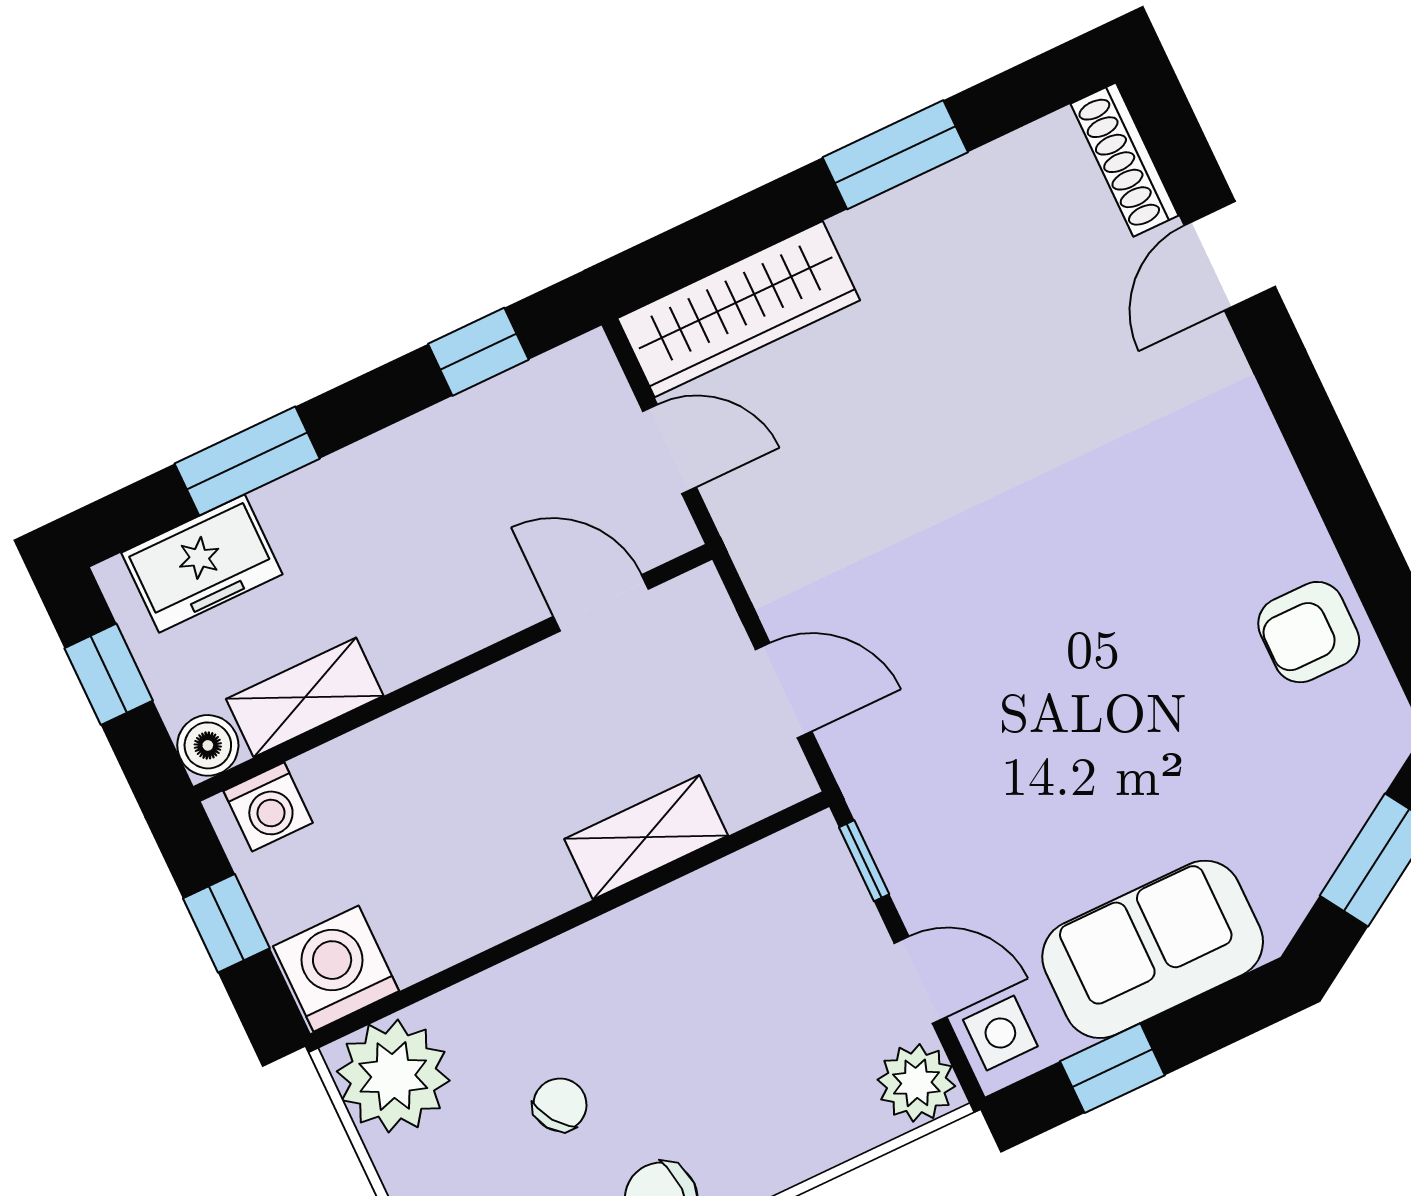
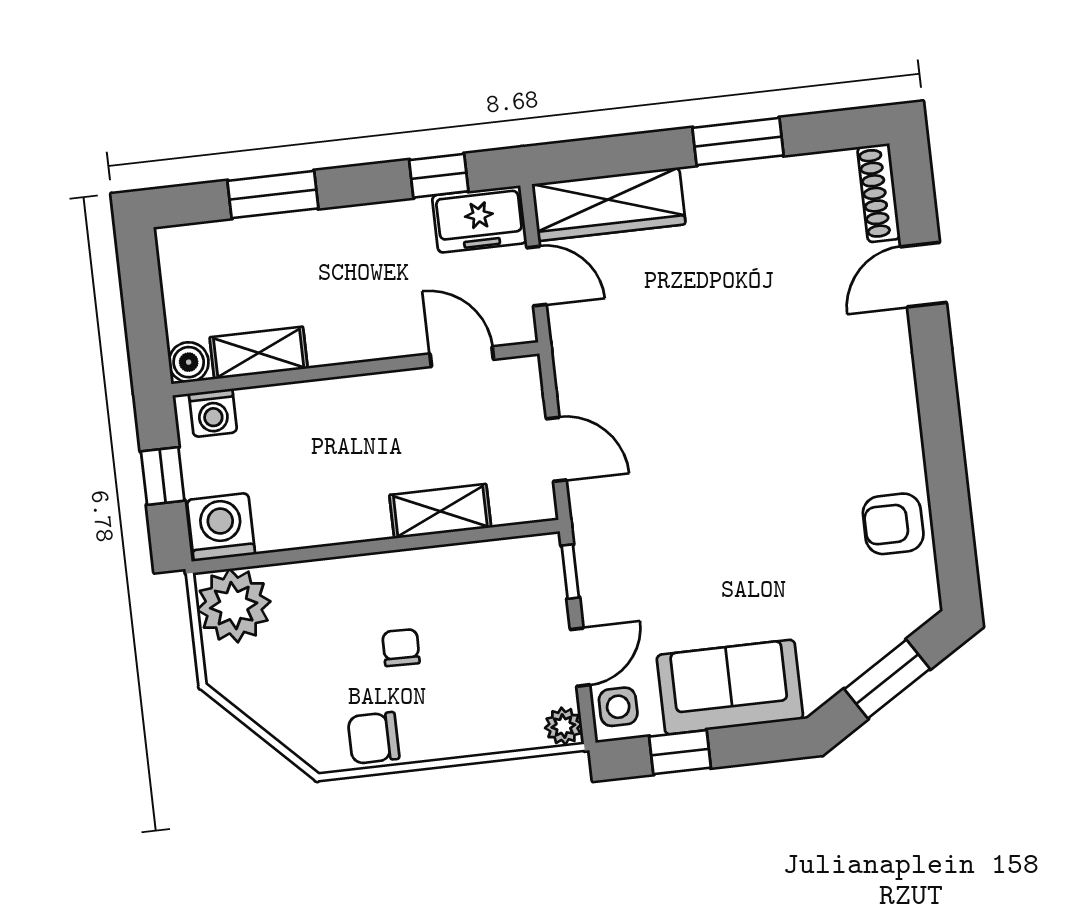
freezer: (202, 563) -> (479, 219), moved
window: (109, 674) -> (142, 297), removed
door: (921, 980) -> (580, 657), hinge flipped
plant: (916, 1083) -> (563, 726), width x0.73, depth x0.73
chair: (560, 1105) -> (401, 648), moved, turned -54

